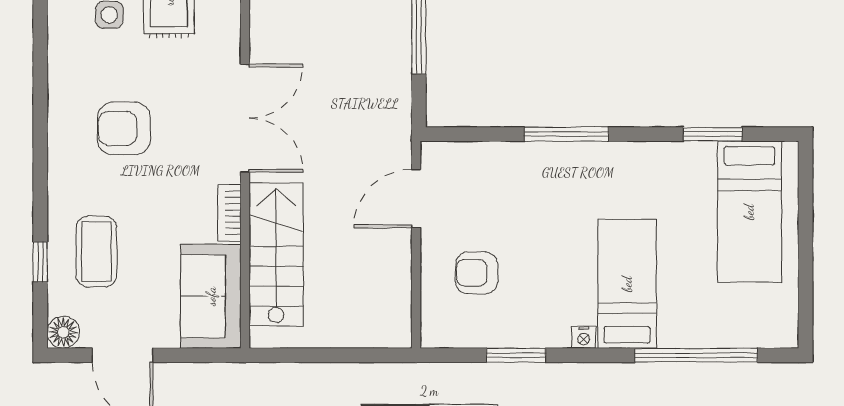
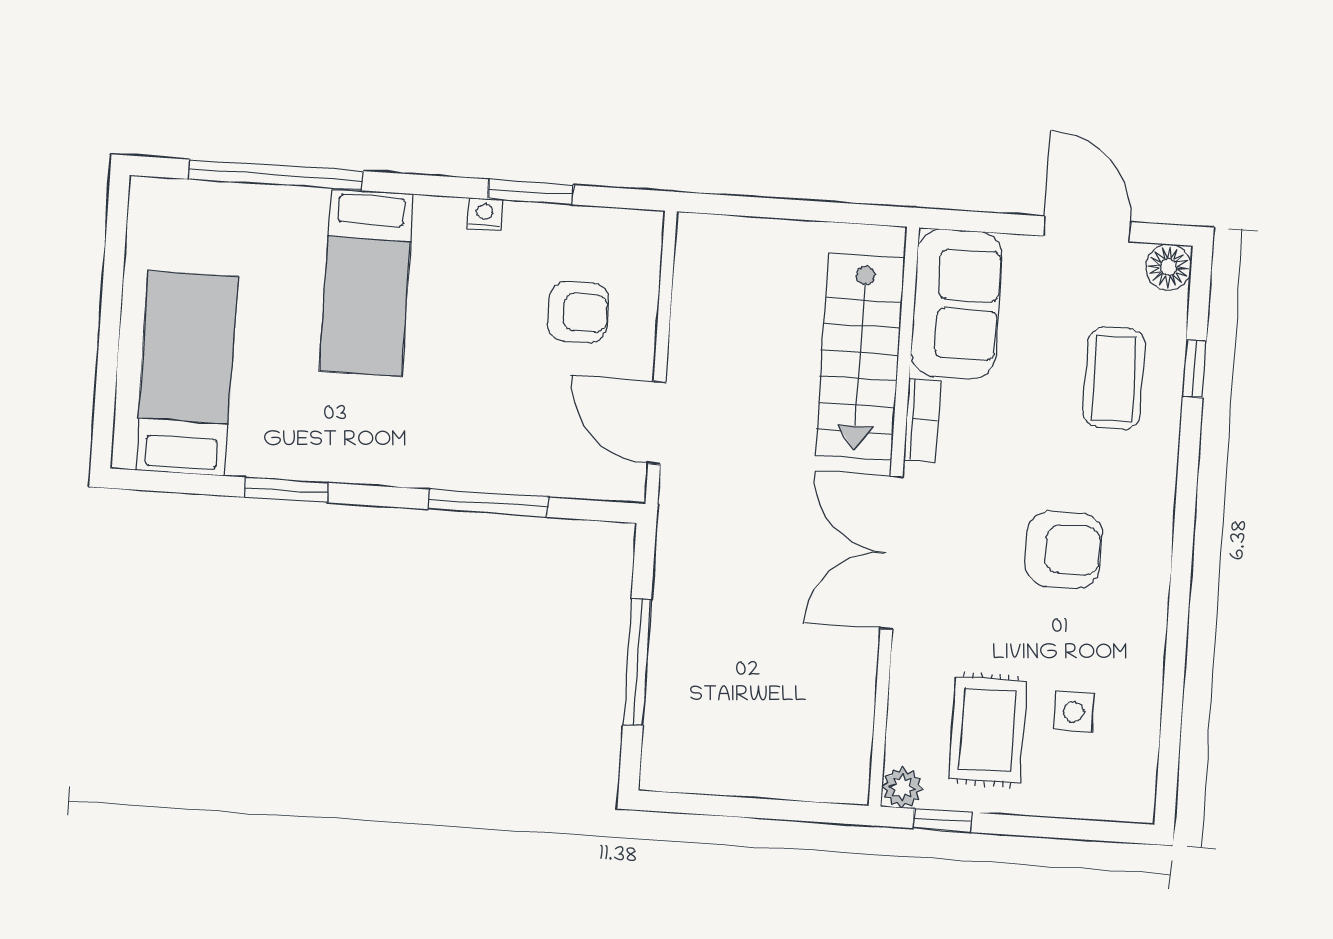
window: (566, 134) -> (488, 503), moved
window: (713, 134) -> (286, 490), moved
door: (416, 199) -> (657, 423), swing flipped
nightstand: (584, 337) -> (485, 214), moved

